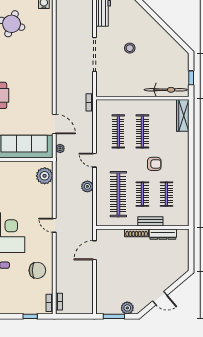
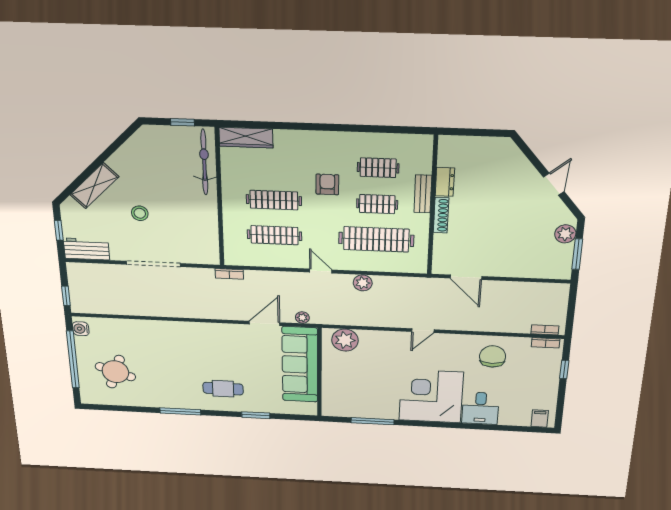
shelving: (147, 21) -> (94, 186), added
door: (94, 160) -> (321, 271), swing flipped
dresser: (163, 234) -> (445, 182), width x0.70

